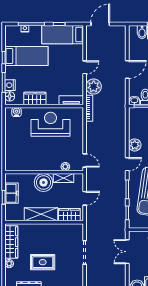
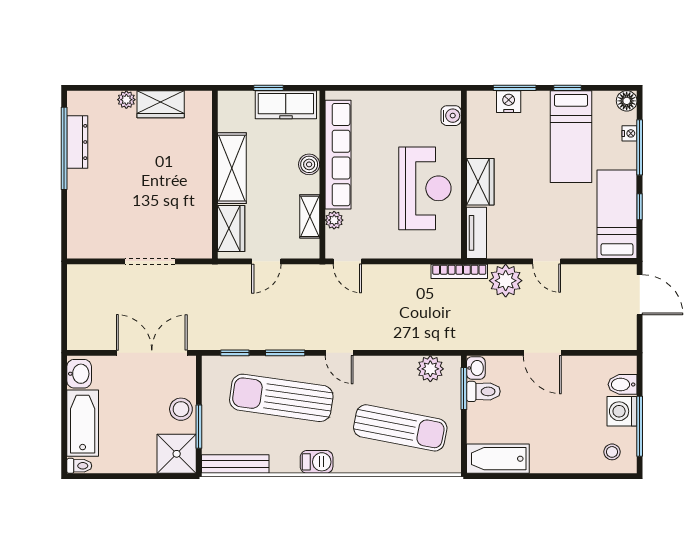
floor lamp: (10, 96) -> (627, 101), moved
wardrobe: (35, 98) -> (480, 182), moved
plant: (135, 145) -> (430, 369), moved
door: (85, 160) -> (347, 261), hinge flipped
row of seats: (35, 165) -> (338, 155), added
boiler: (44, 182) -> (309, 164), width x0.54, depth x0.54
freezer: (12, 193) -> (286, 105), width x1.40
door: (85, 198) -> (266, 261), hinge flipped
wardrobe: (11, 242) -> (161, 104), width x0.67
double door: (127, 252) -> (152, 353), width x1.37
rug: (43, 262) -> (129, 172), removed

